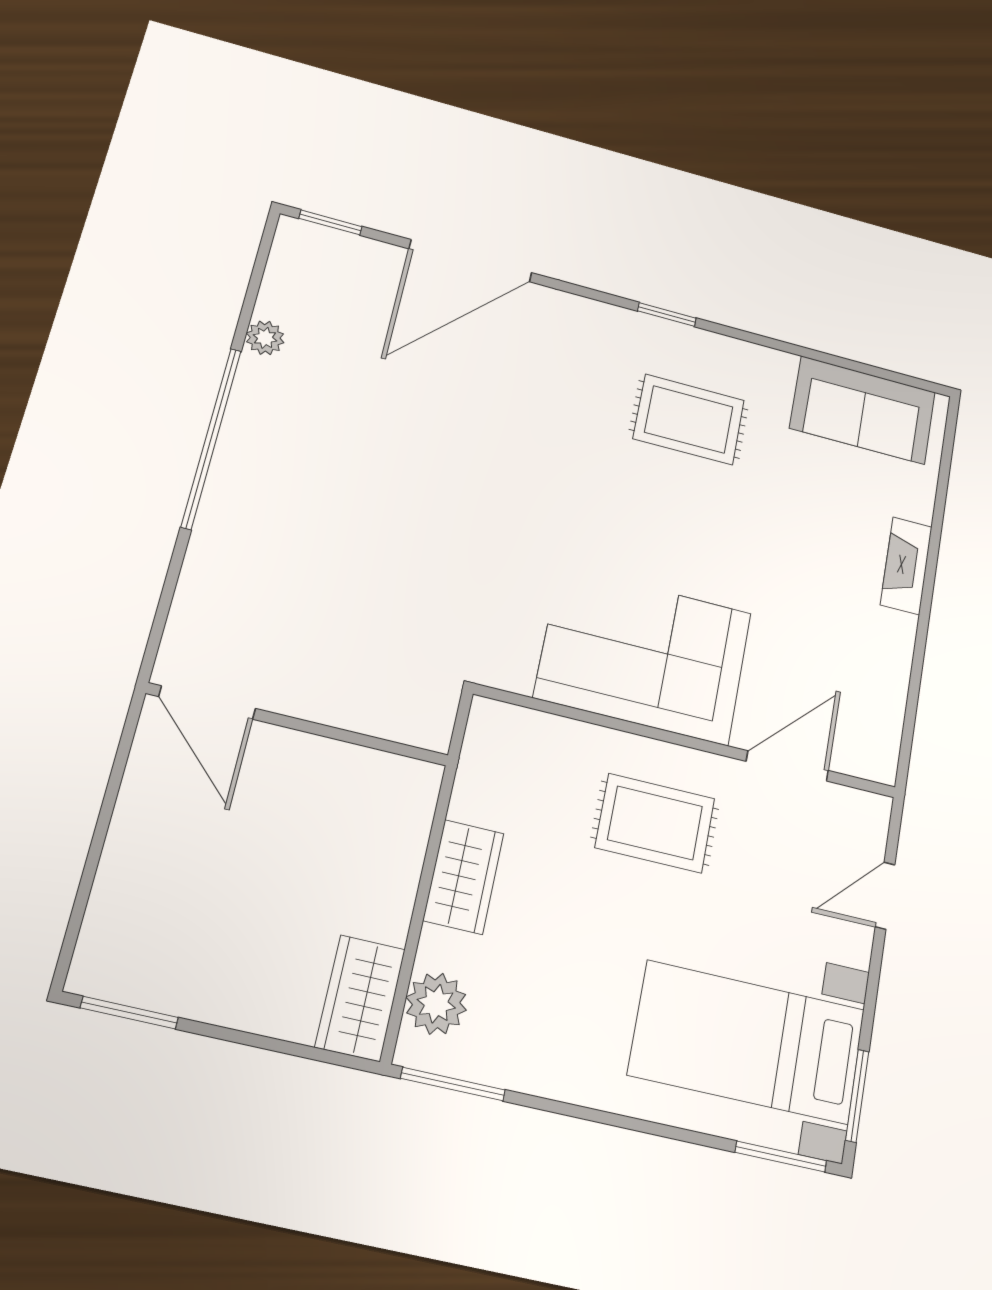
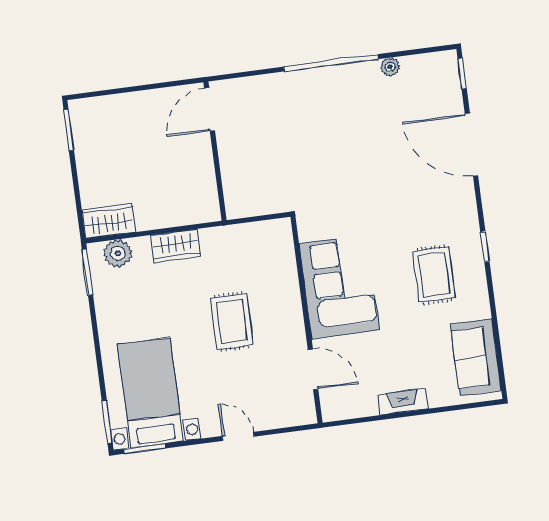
corner sofa: (644, 655) -> (339, 287), moved
wall: (687, 741) -> (306, 320), moved
door: (787, 766) -> (313, 369), moved

